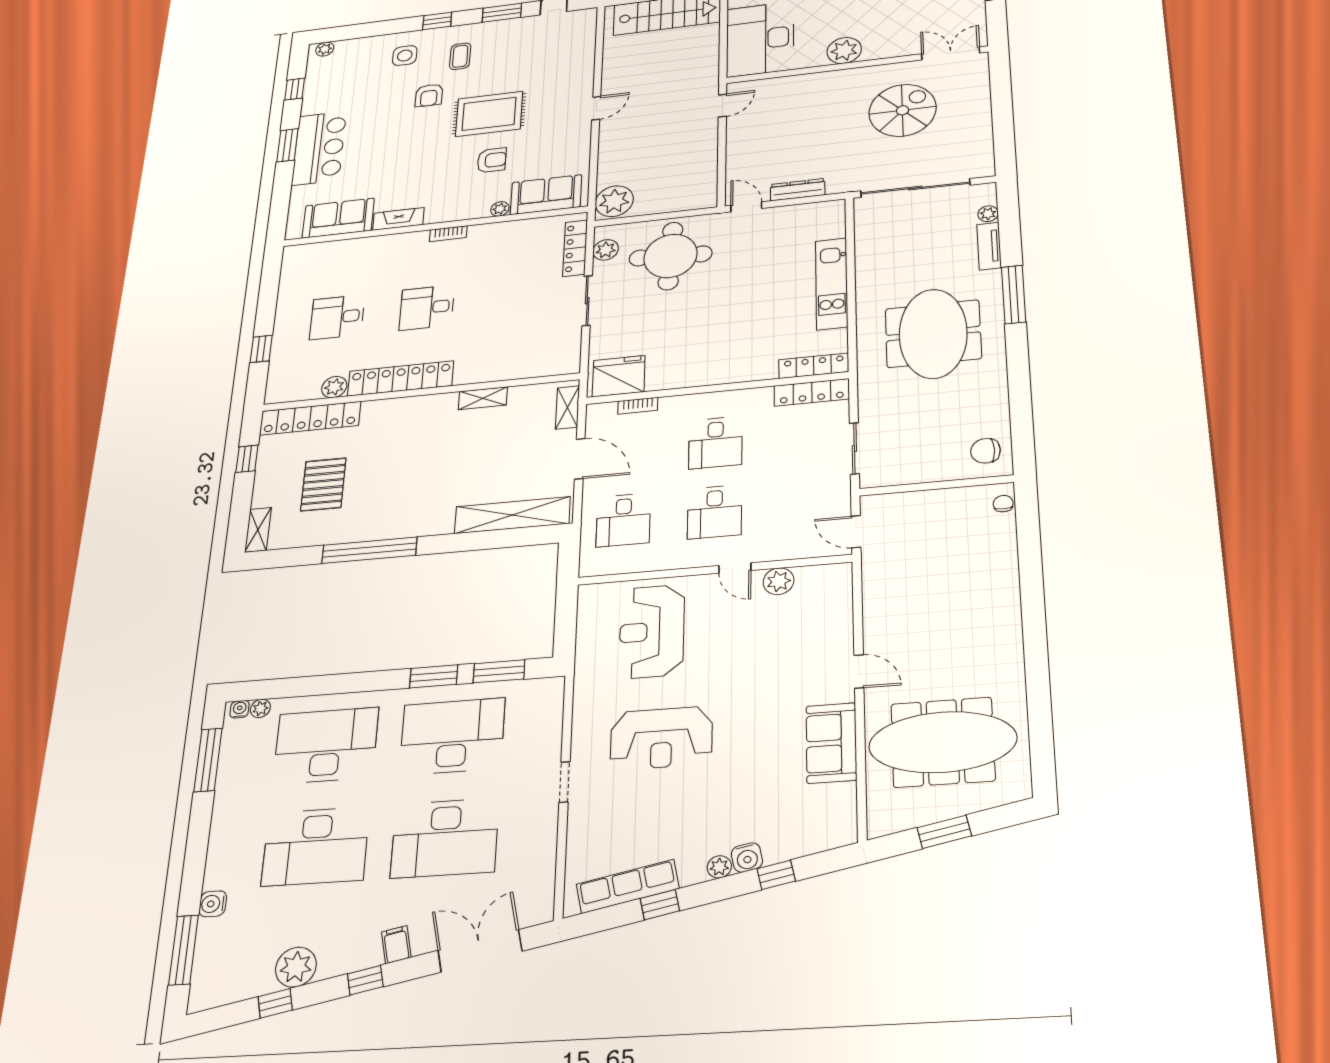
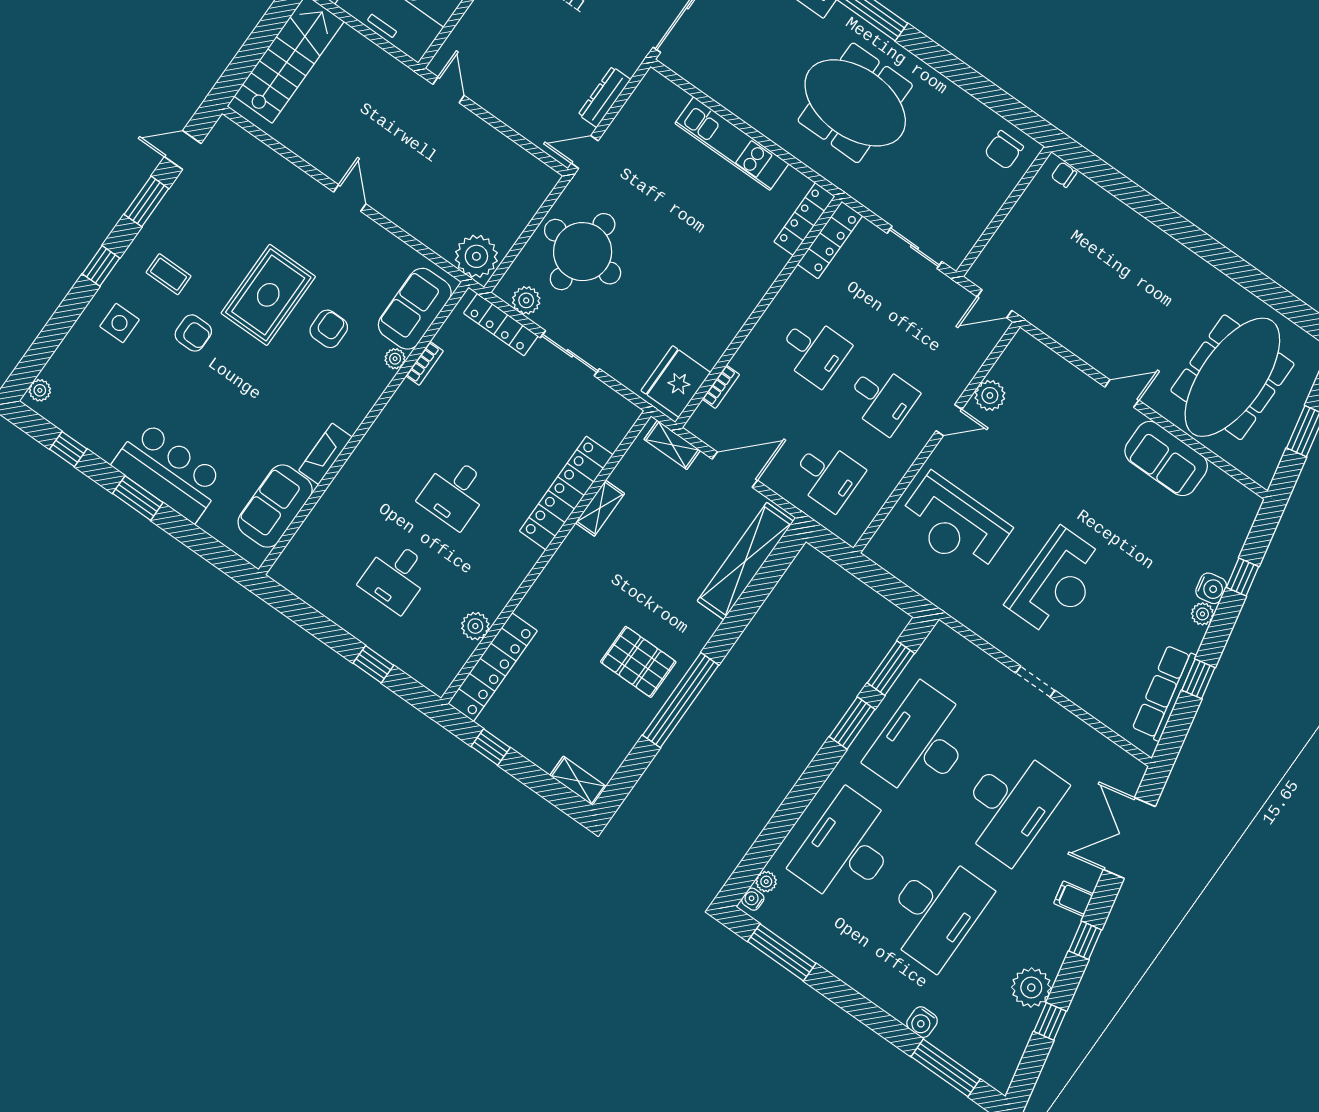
bookcase: (448, 234) -> (425, 363), moved
locker: (400, 379) -> (566, 493), moved
pallet: (323, 484) -> (638, 662), moved

